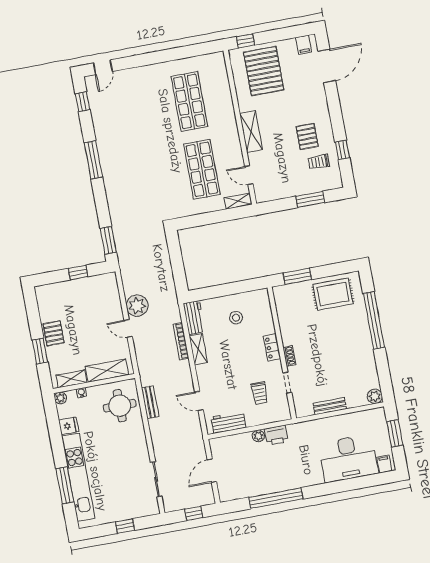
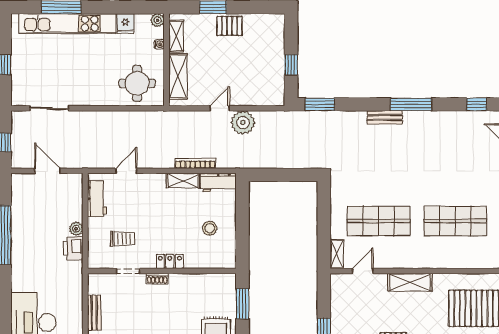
trolley: (260, 393) -> (123, 239), turned 180
bench: (150, 402) -> (385, 117), moved

